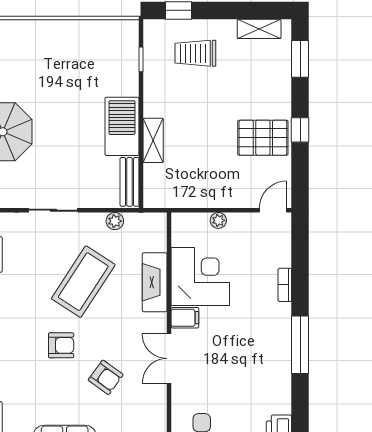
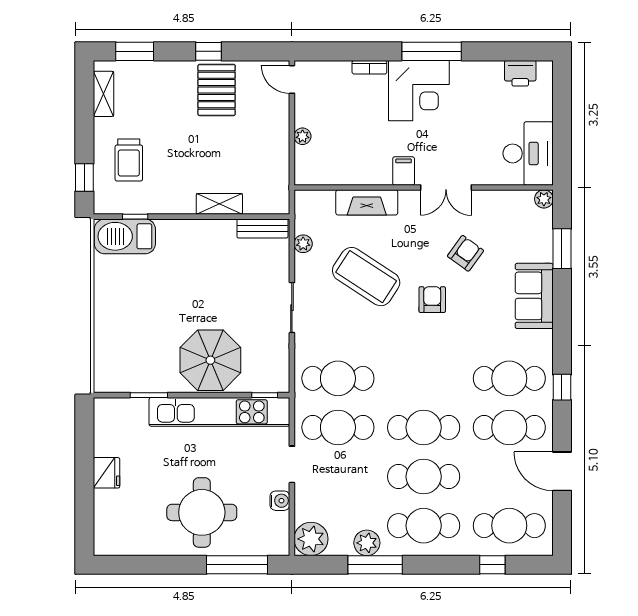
barbecue: (122, 126) -> (125, 236), moved
corner desk: (200, 277) -> (419, 91), moved, turned 180

